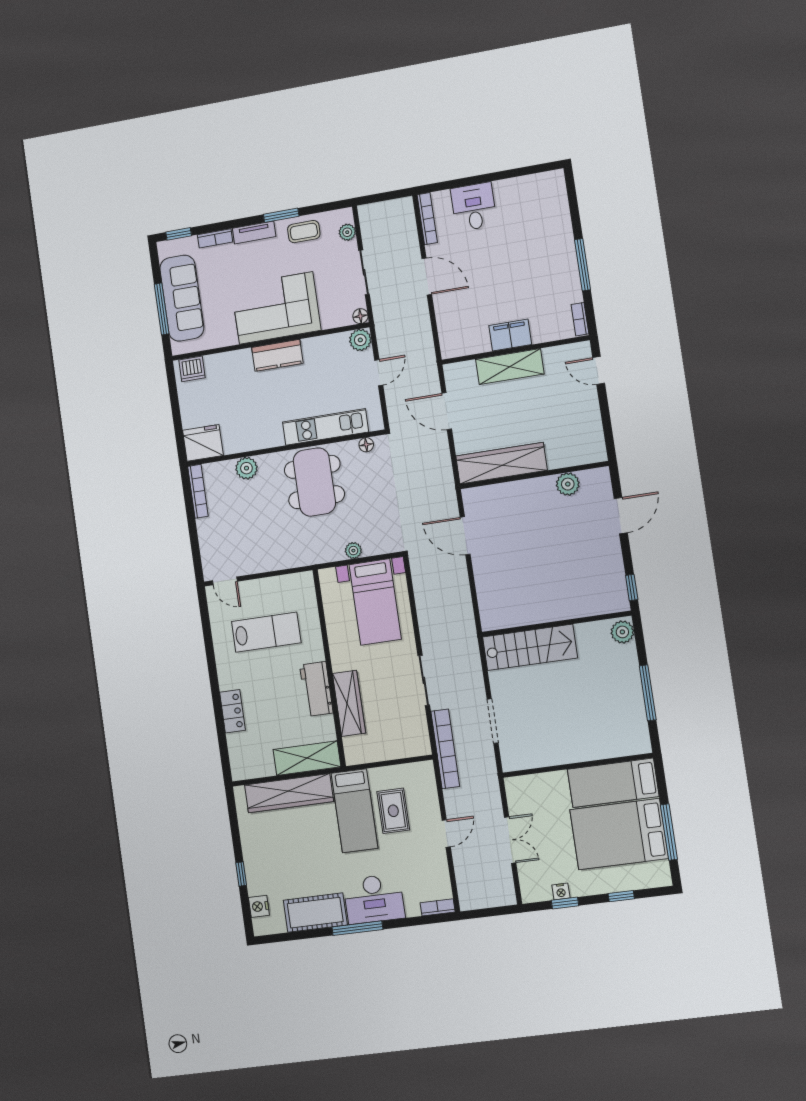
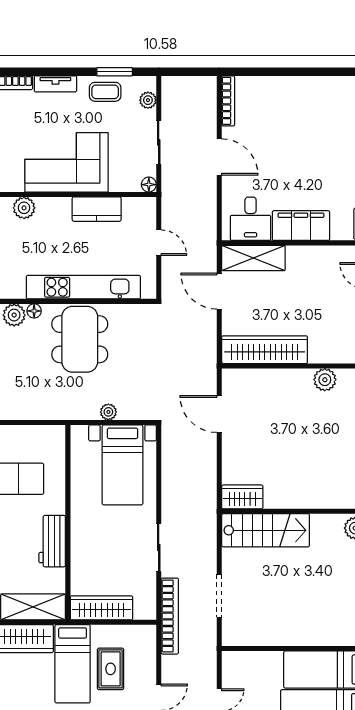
desk: (474, 207) -> (251, 219), moved, turned 180
window: (281, 215) -> (115, 72), moved
filing cabinet: (510, 335) -> (301, 226), width x1.50, depth x1.17
plant: (360, 340) -> (24, 208), moved
kitchen counter: (277, 355) -> (97, 209), moved
shelving: (510, 367) -> (253, 258), moved
door: (379, 373) -> (159, 243), hinge flipped
kitchen unit: (325, 427) -> (83, 287), width x1.36
floor lamp: (366, 445) -> (34, 311), moved
wardrobe: (501, 617) -> (242, 497), added
wardrobe: (349, 703) -> (102, 608), moved, turned -90

